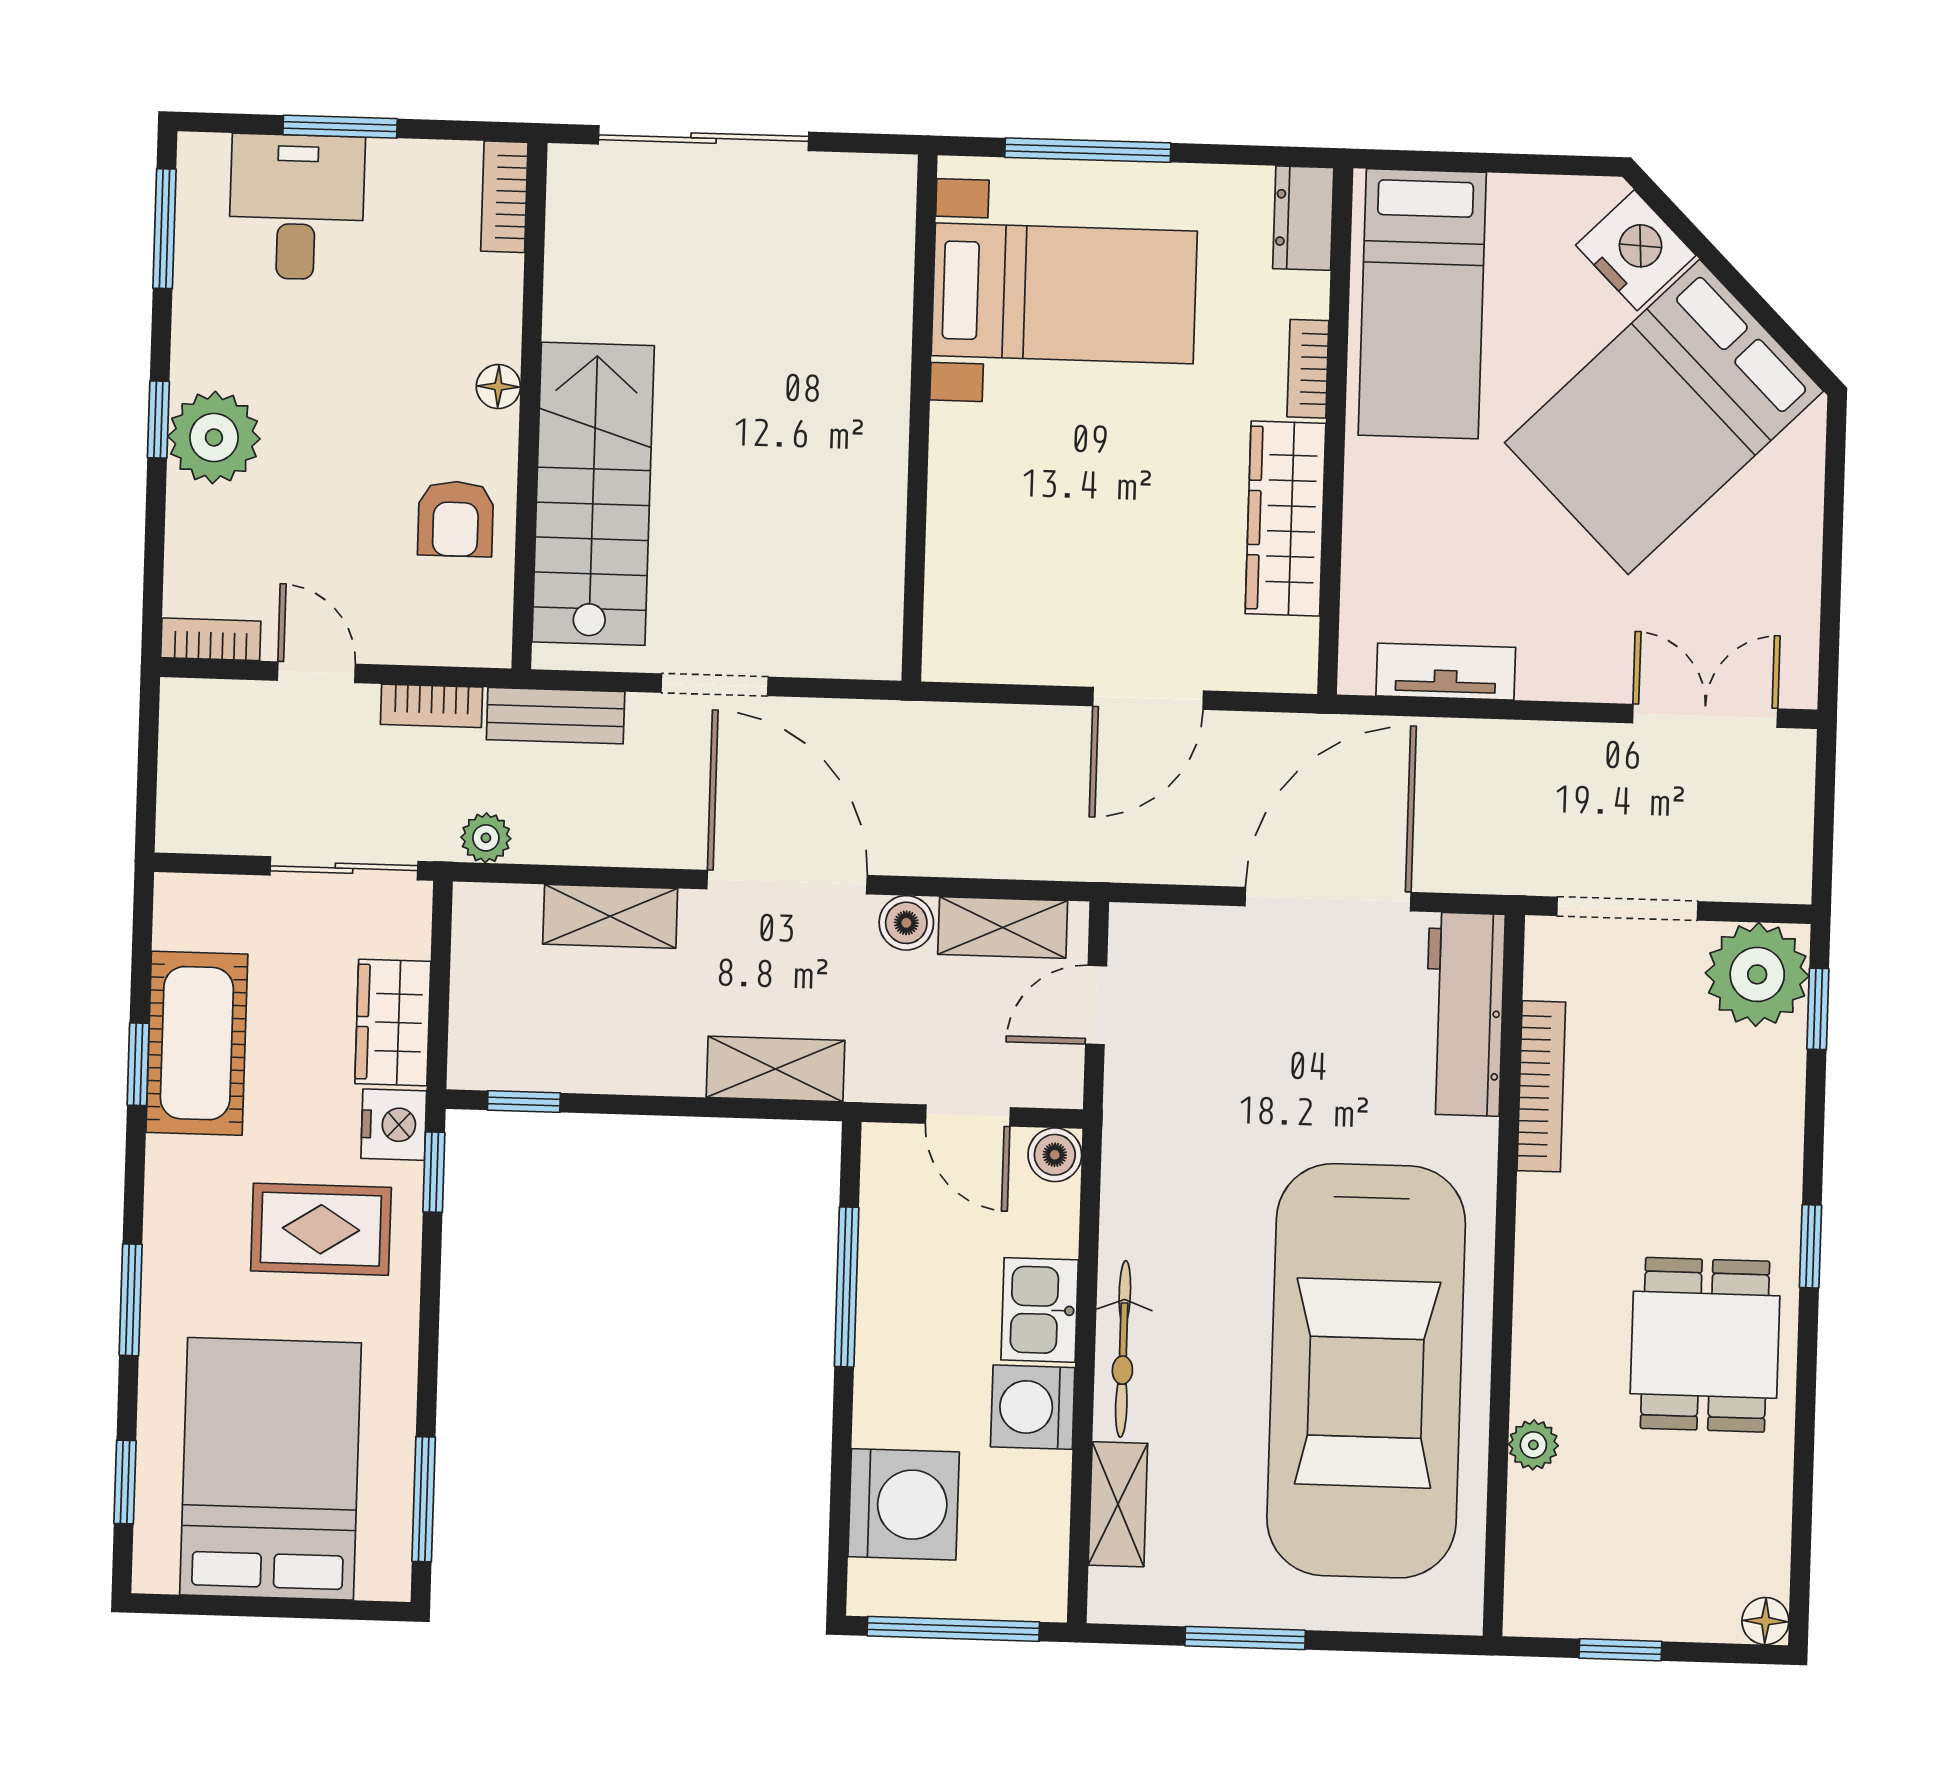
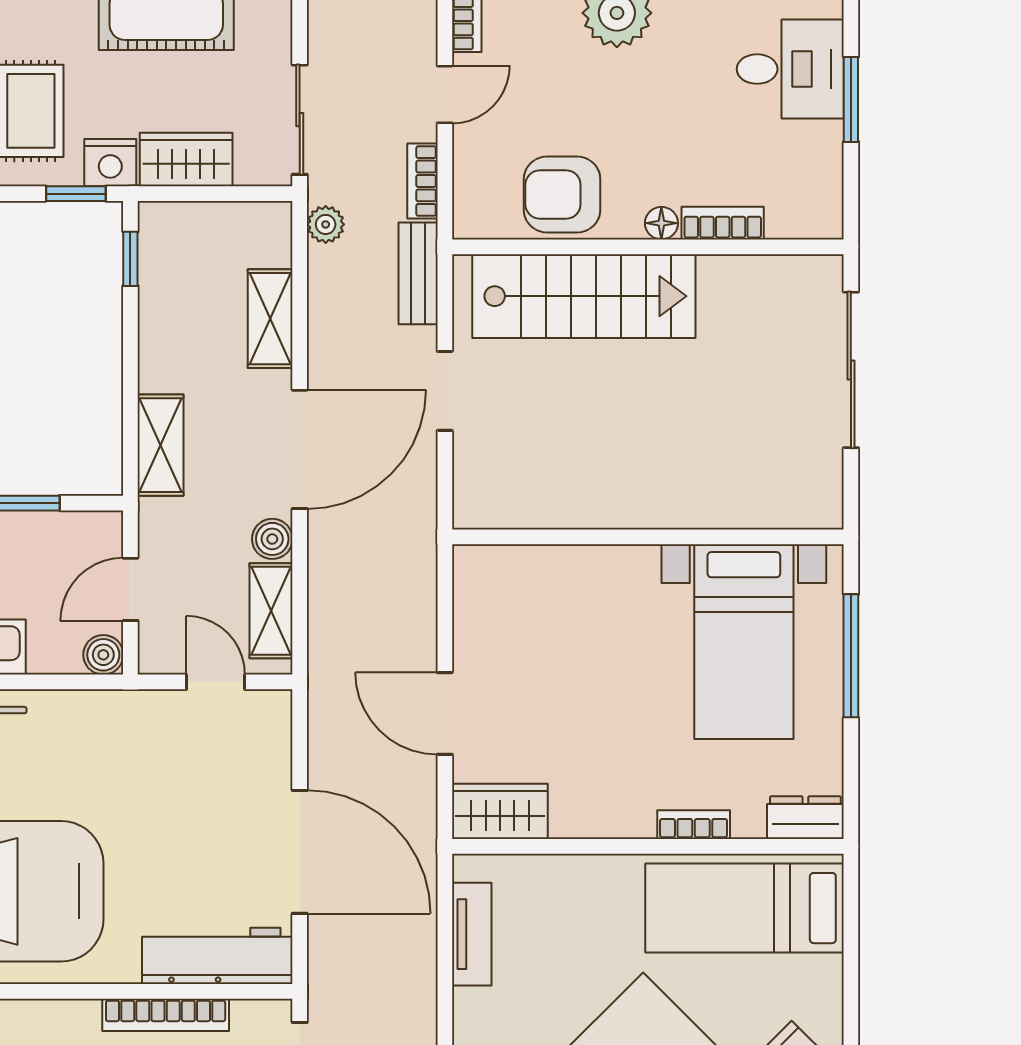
bookcase: (504, 197) -> (723, 223), moved
wardrobe: (1285, 518) -> (500, 811), moved, width x0.67
armchair: (456, 519) -> (562, 194), width x1.38, depth x1.38

